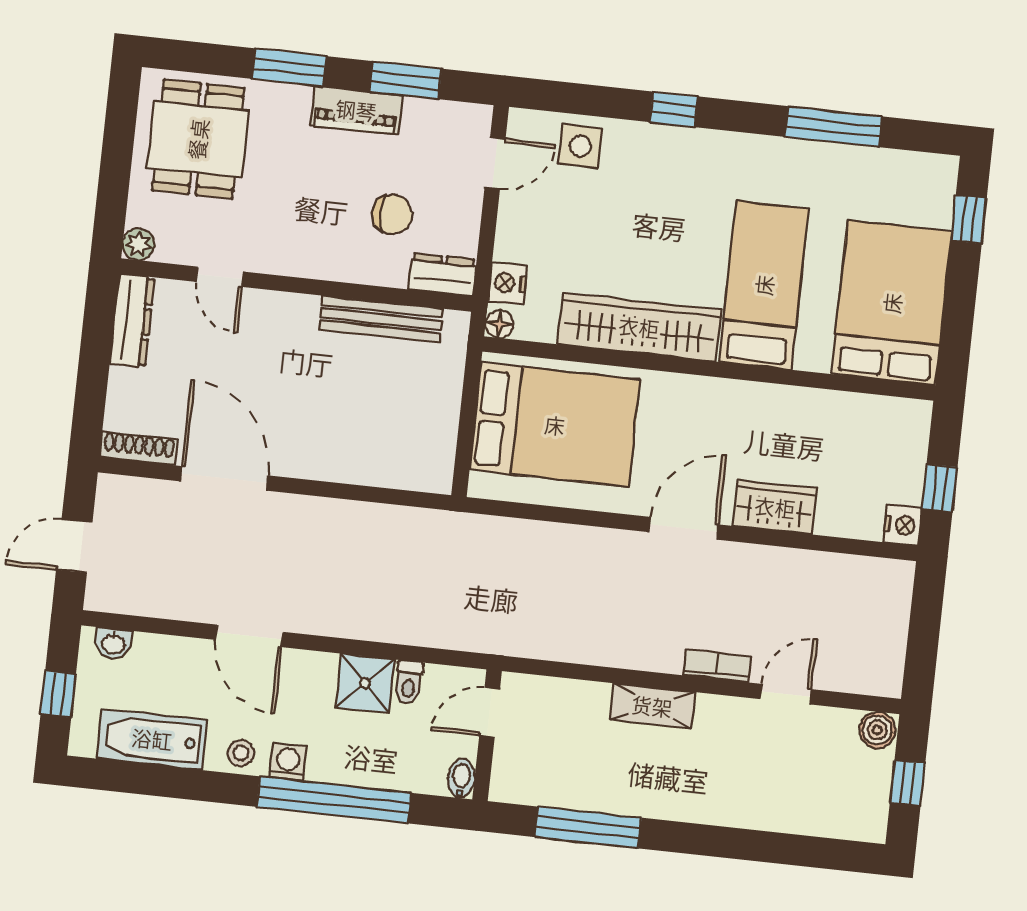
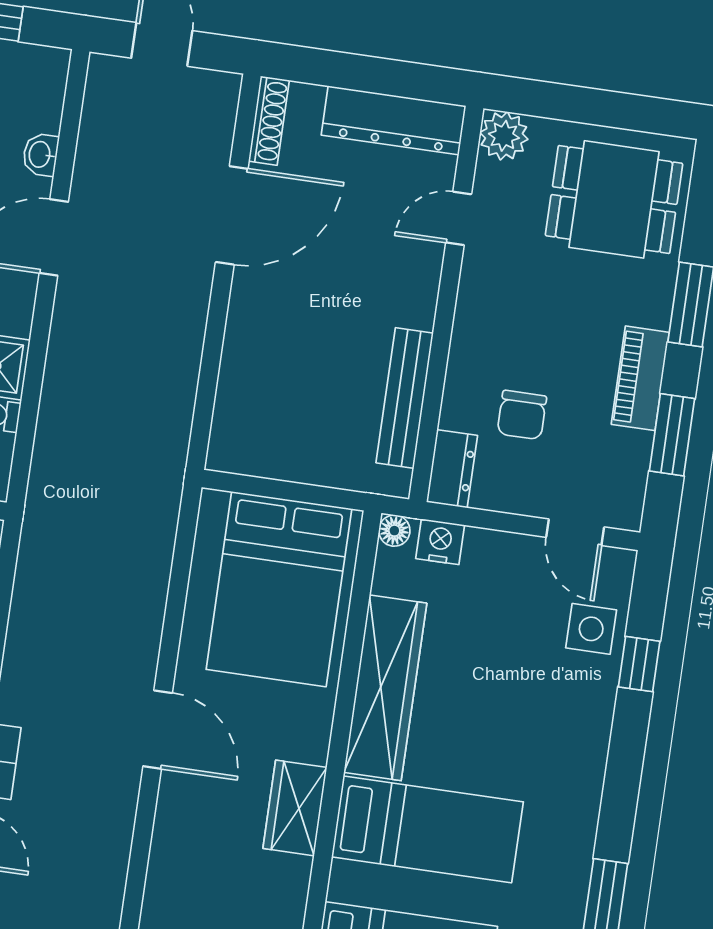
window: (674, 109) -> (639, 664), moved
plant: (138, 244) -> (504, 136), width x1.38, depth x1.38
dresser: (132, 321) -> (394, 120), width x1.37, depth x1.24
wardrobe: (775, 507) -> (295, 808), moved, turned 180
washbasin: (113, 643) -> (40, 155), moved

